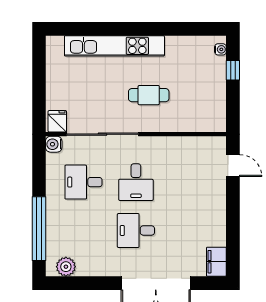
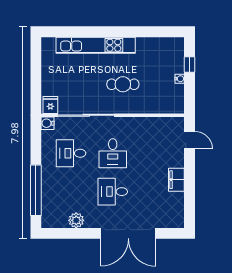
water cooler: (220, 49) -> (180, 79), moved
filing cabinet: (216, 262) -> (176, 180), moved
plant: (66, 267) -> (76, 220), moved

